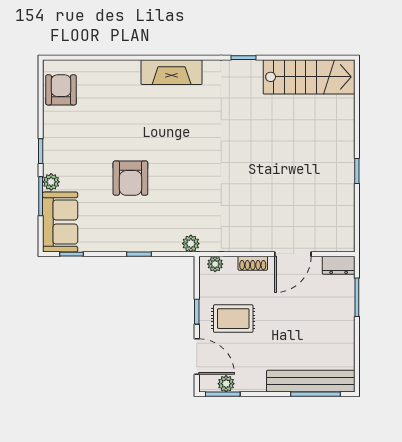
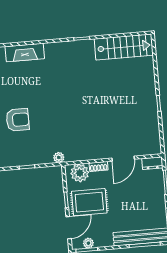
fireplace: (172, 72) -> (25, 53), moved
armchair: (130, 178) -> (18, 120), turned -90
plant: (215, 264) -> (80, 173), width x1.88, depth x1.88
rug: (233, 319) -> (89, 202), width x1.36, depth x1.43
door: (197, 356) -> (69, 228), hinge flipped

